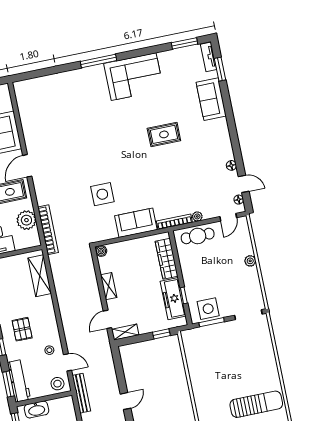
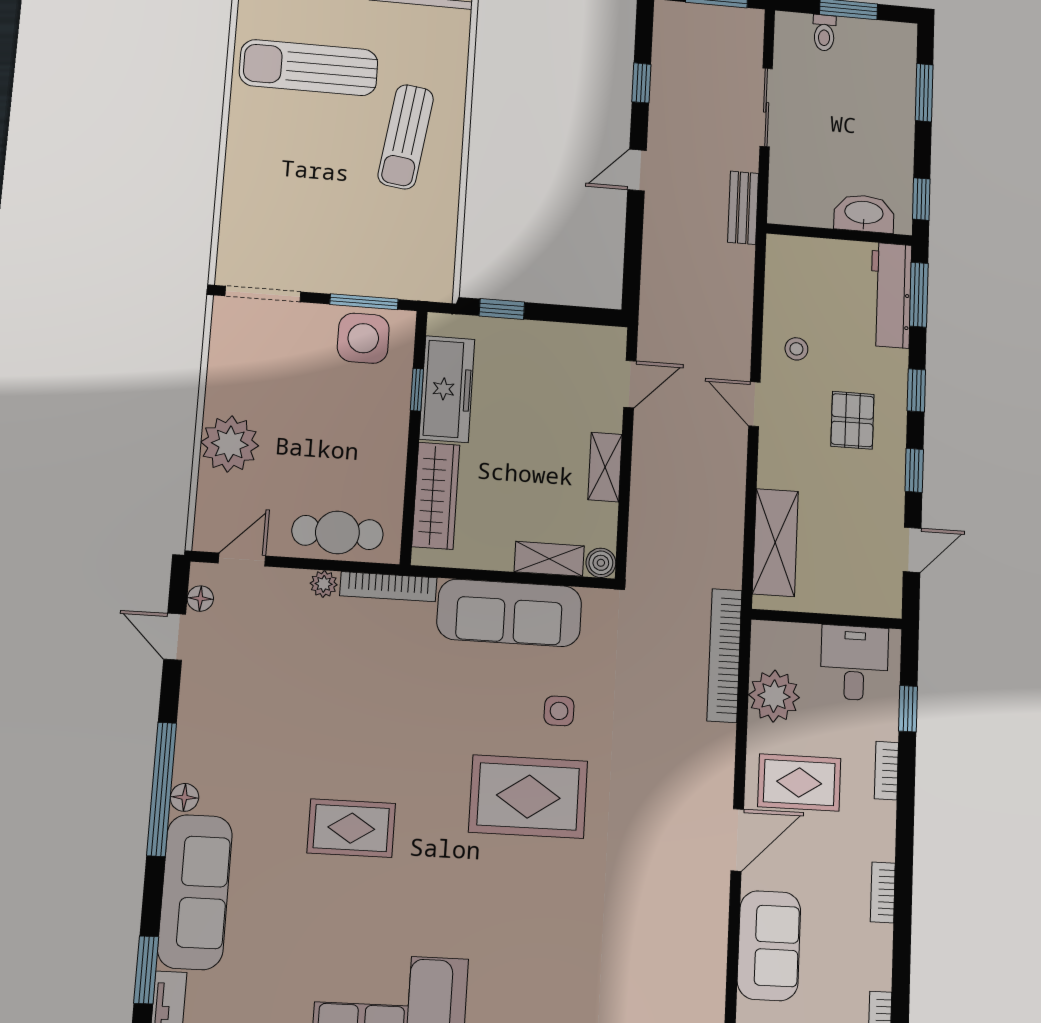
sofa: (211, 99) -> (195, 892), width x1.36
window: (233, 131) -> (162, 789), added
rug: (105, 161) -> (528, 797), added
floor lamp: (231, 165) -> (185, 797), moved
side table: (102, 194) -> (559, 711), width x0.54, depth x0.54
sofa: (136, 223) -> (509, 613), width x1.36
plant: (250, 261) -> (230, 444), width x1.88, depth x1.88
shelving: (125, 332) -> (549, 559), moved
door: (68, 362) -> (754, 404), moved
stool: (57, 384) -> (797, 261), removed
sun lounger: (214, 388) -> (406, 137), added
bench: (81, 393) -> (743, 208), width x0.73

